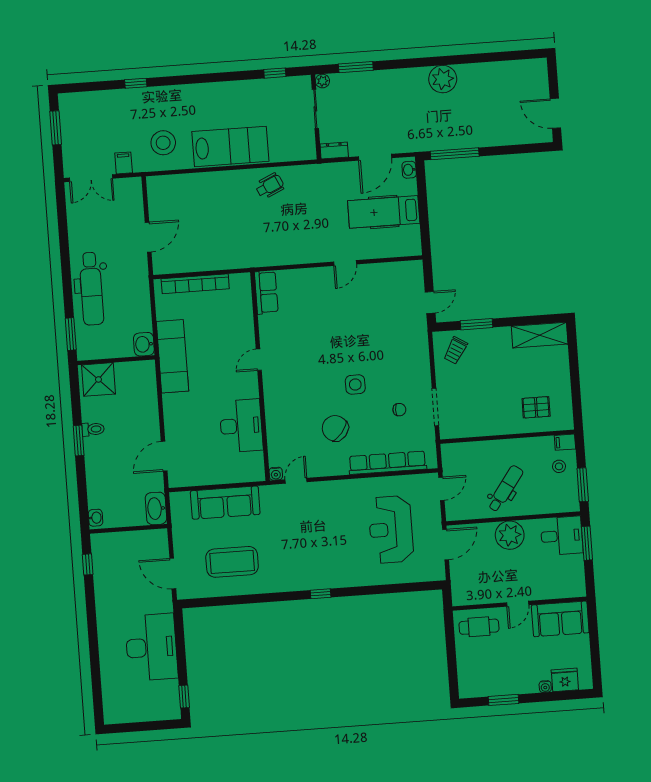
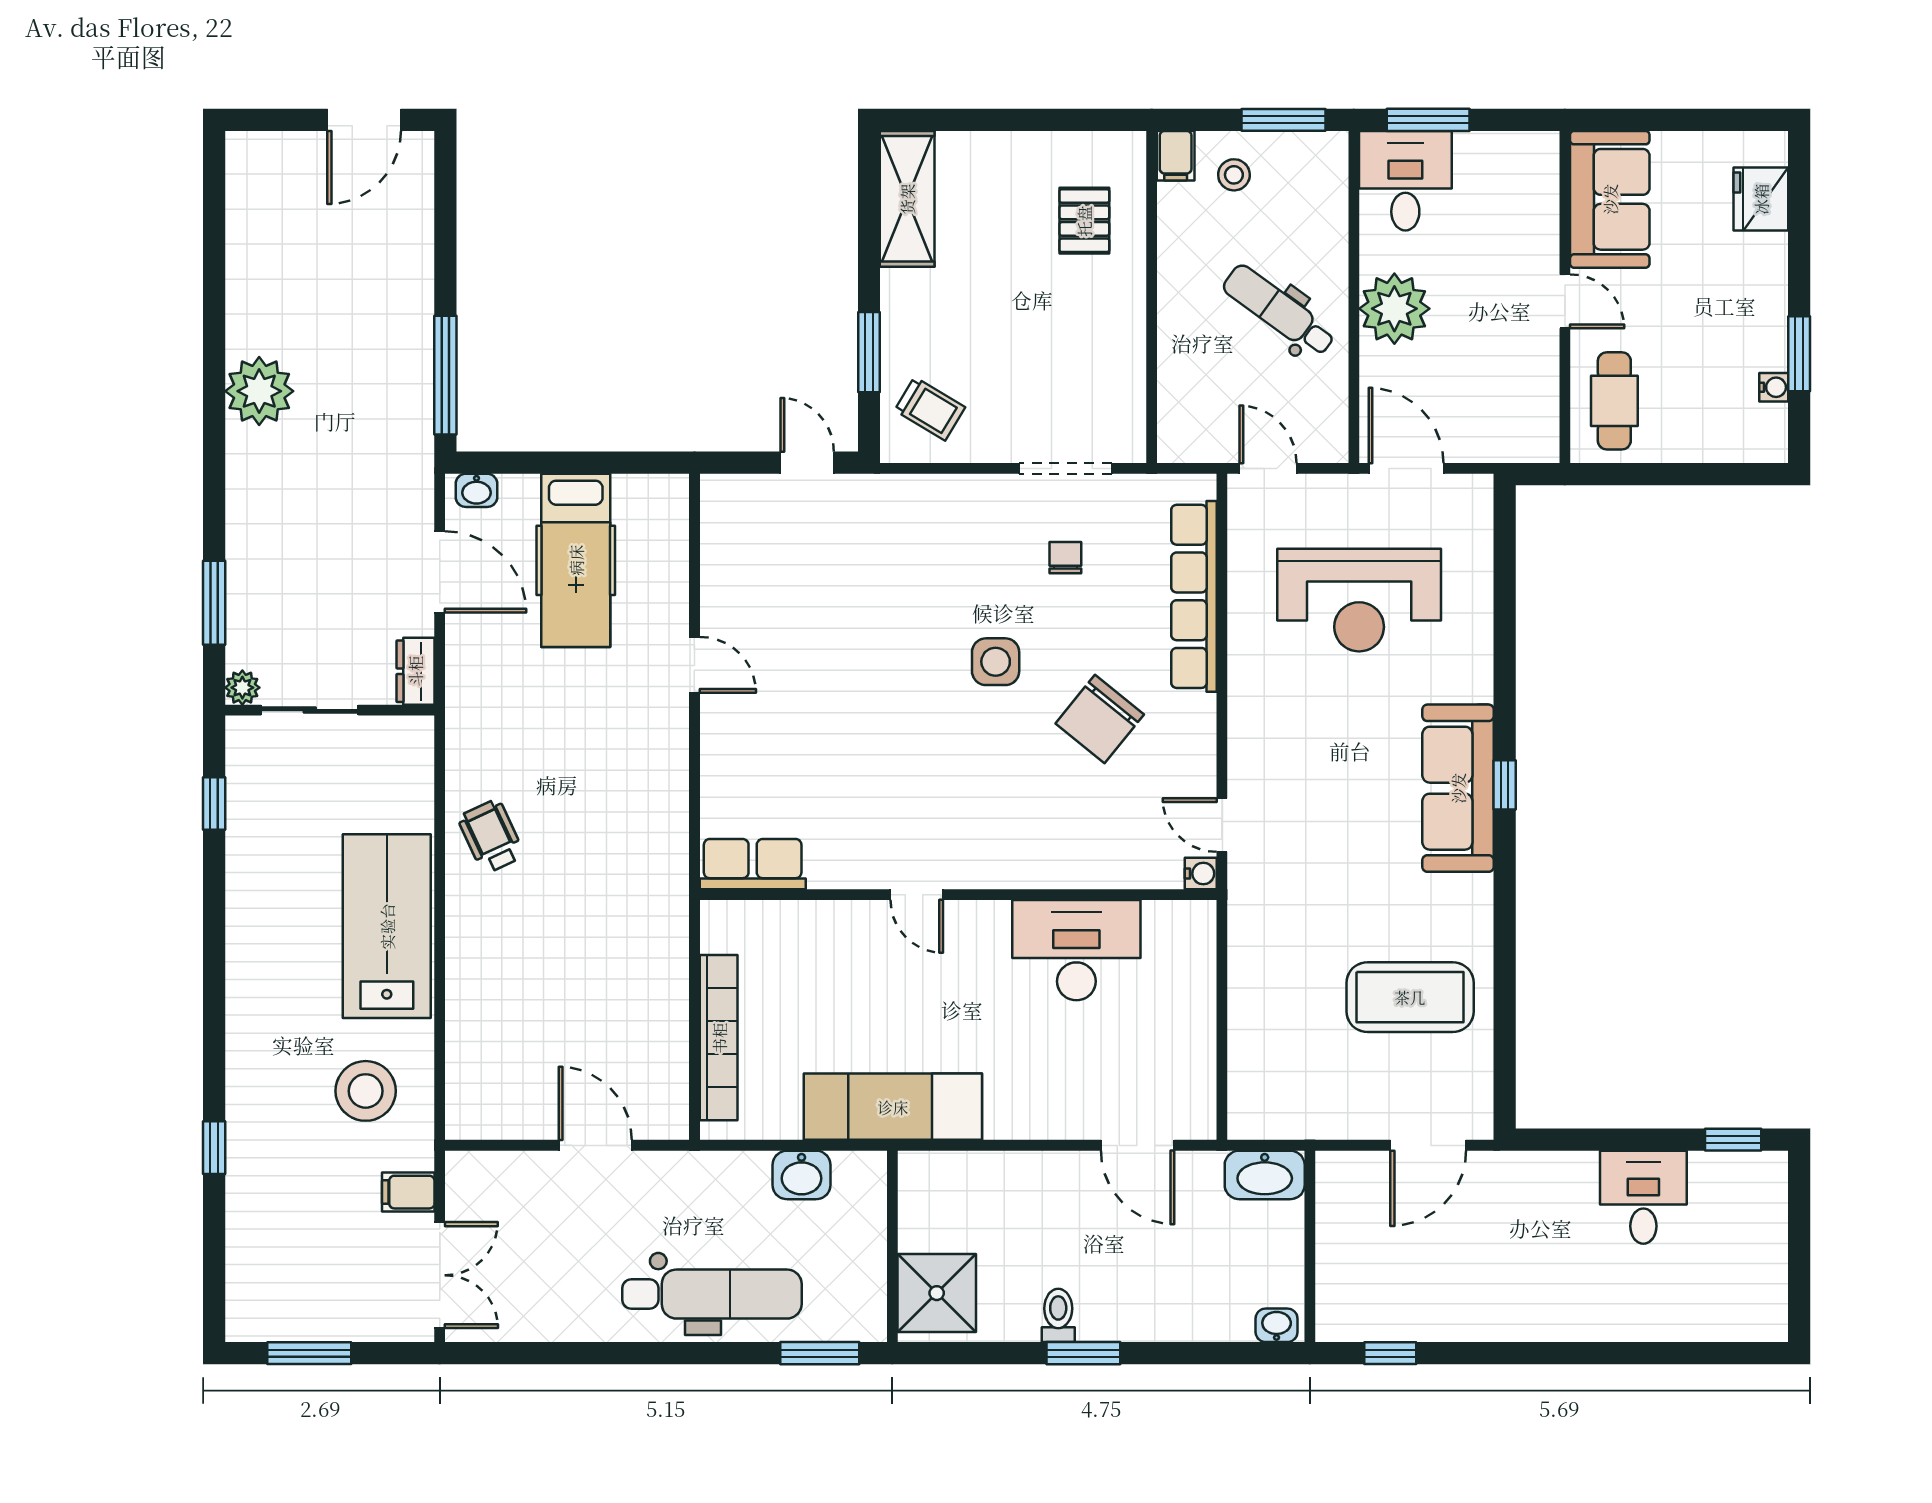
washbasin: (144, 344) -> (802, 1175), moved
sofa: (225, 503) -> (1458, 788), moved, turned 180
coffee table: (232, 562) -> (1410, 997), turned 90
desk: (151, 647) -> (1643, 1197), width x0.53, depth x0.77
water cooler: (545, 687) -> (1774, 387), moved

